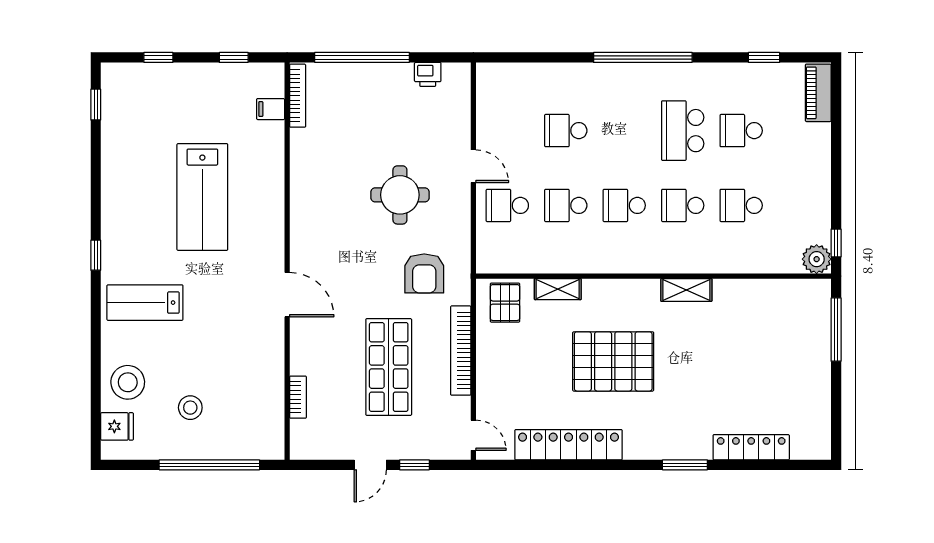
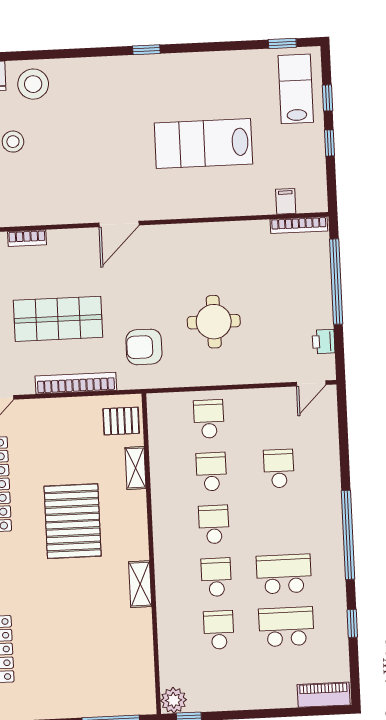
window: (234, 57) -> (330, 143), moved
window: (764, 57) -> (352, 623), moved
school desk: (741, 131) -> (286, 627), width x1.85
door: (473, 166) -> (311, 383), moved
lab bench: (145, 303) -> (296, 89), moved

